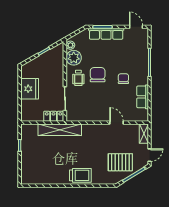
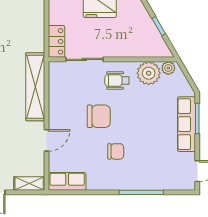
chair: (98, 75) -> (99, 116), moved
row of seats: (143, 97) -> (67, 181), moved
shelving: (60, 130) -> (35, 87), moved

